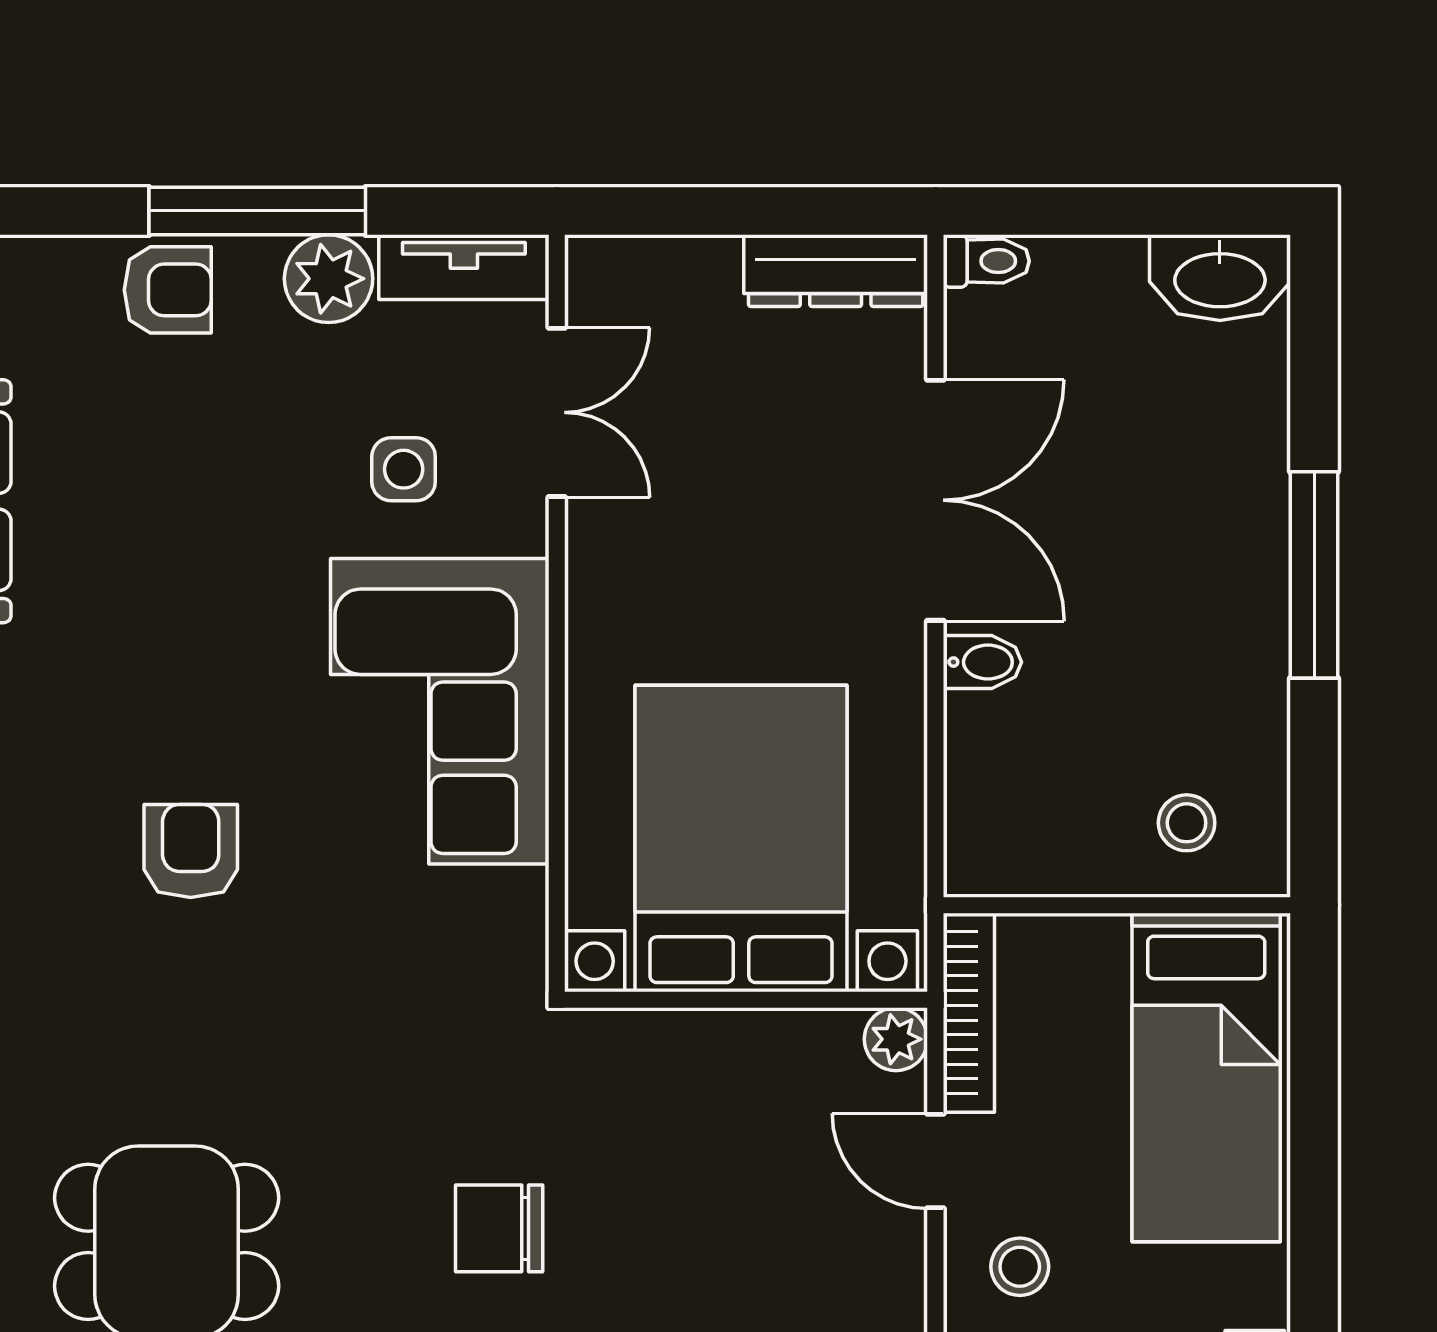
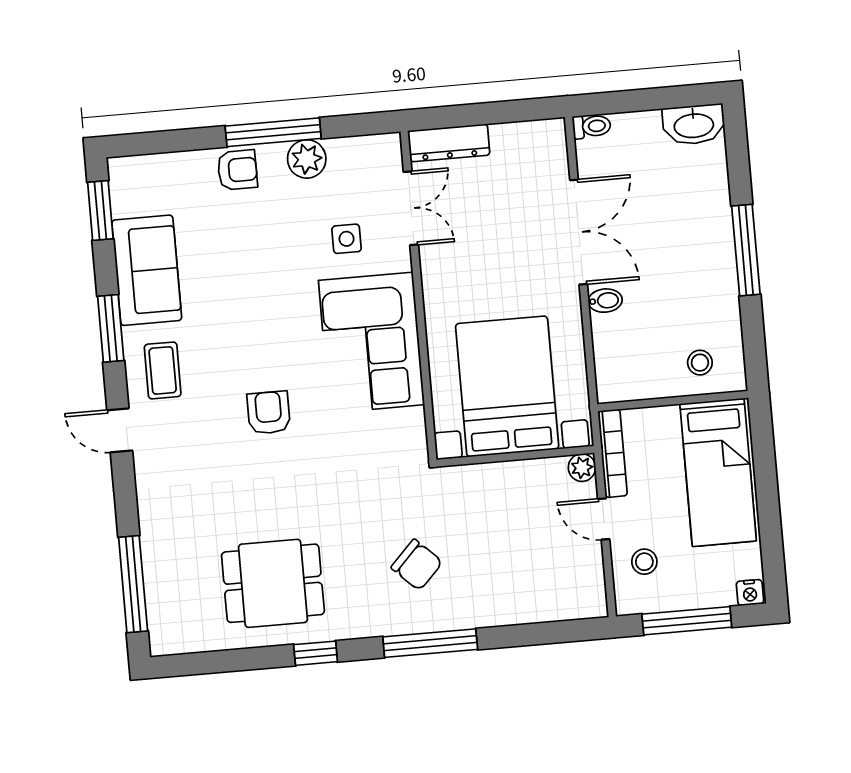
tv unit: (464, 267) -> (365, 149), removed
dresser: (836, 271) -> (449, 143), moved
chair: (499, 1228) -> (417, 565), turned -136

